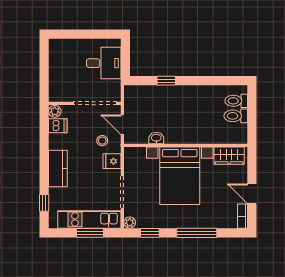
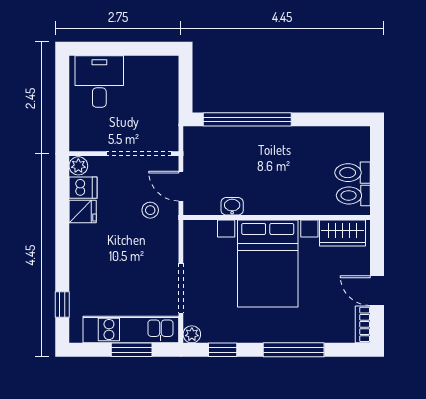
desk: (104, 63) -> (99, 81), moved, turned -90
window: (166, 81) -> (247, 119), width x3.17
toilet: (236, 101) -> (353, 195), moved
fridge: (112, 161) -> (83, 211), moved, turned 180
kitchen counter: (58, 169) -> (83, 252), removed

